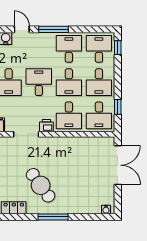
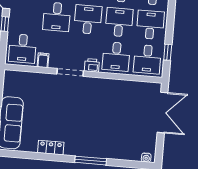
desk: (69, 82) -> (119, 22), turned 180
desk: (99, 82) -> (150, 25), turned 180
cafe table: (41, 185) -> (81, 127), removed

